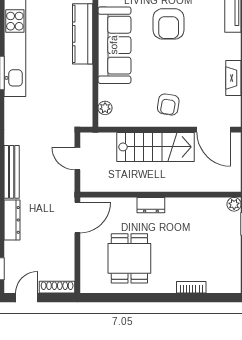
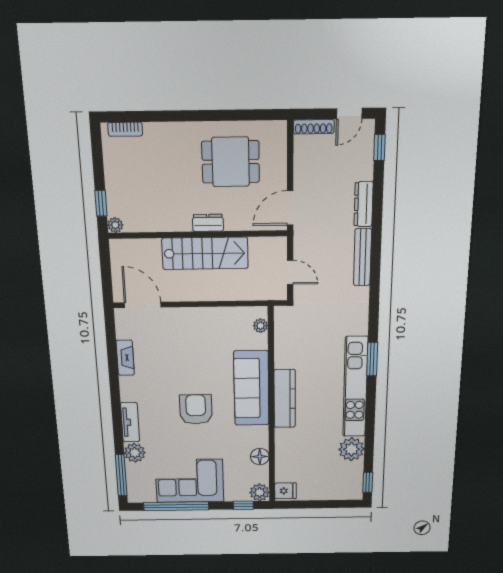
armchair: (168, 104) -> (193, 330), removed
stairs: (155, 147) -> (205, 253), moved, turned 180
dining table: (129, 258) -> (231, 162), turned 90
bookcase: (191, 287) -> (125, 129), moved

